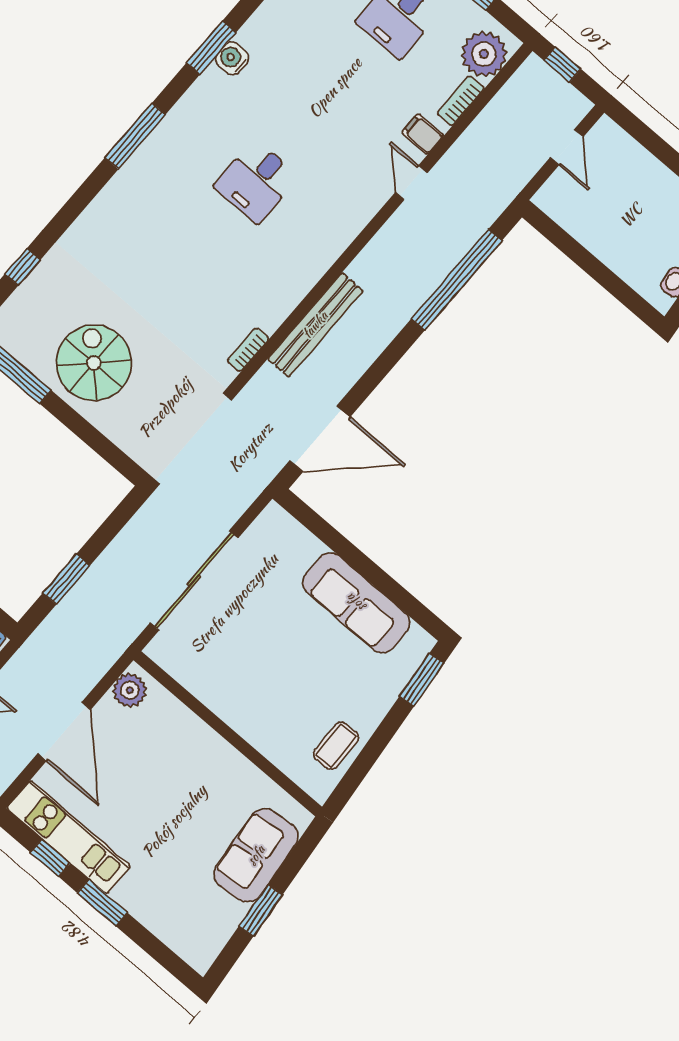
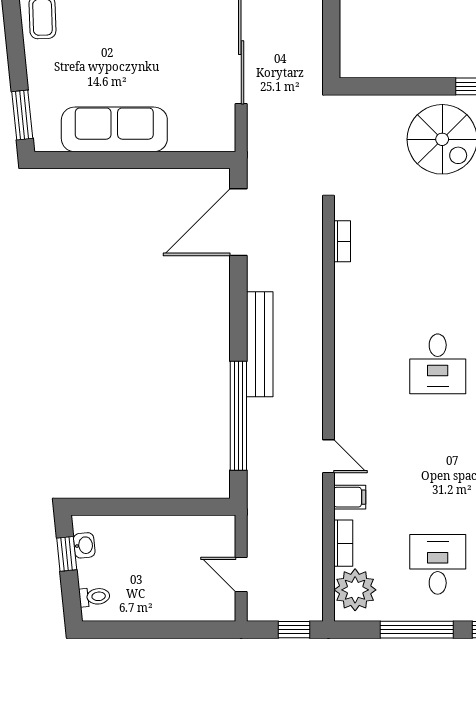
desk: (256, 181) -> (438, 364), turned 180
bench: (315, 325) -> (260, 344), moved

